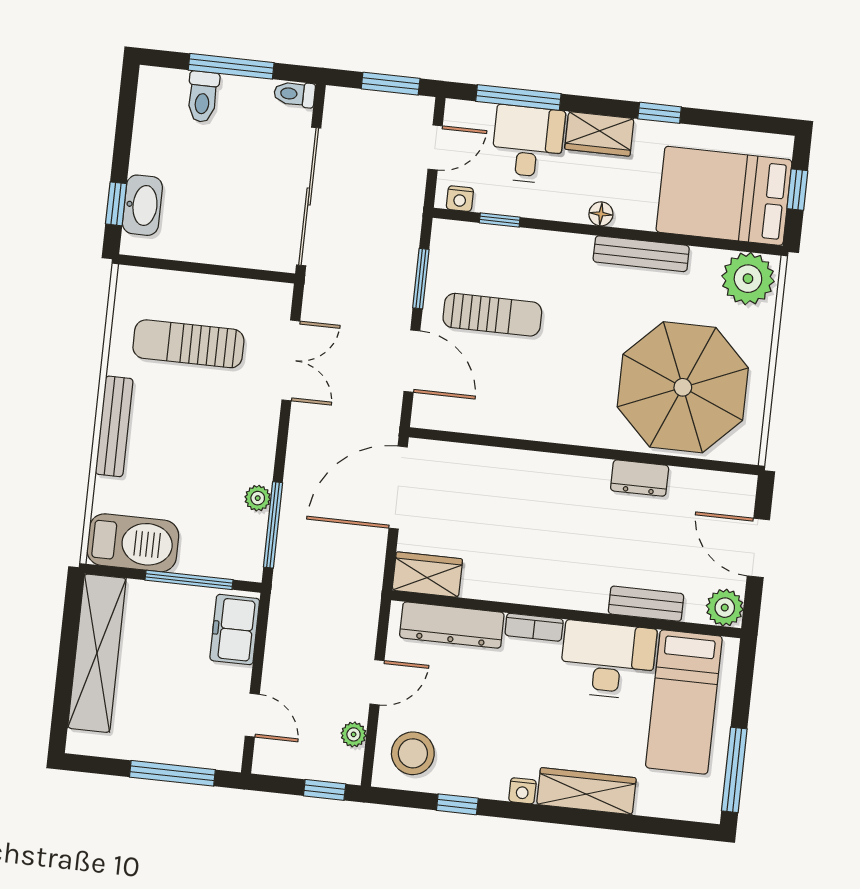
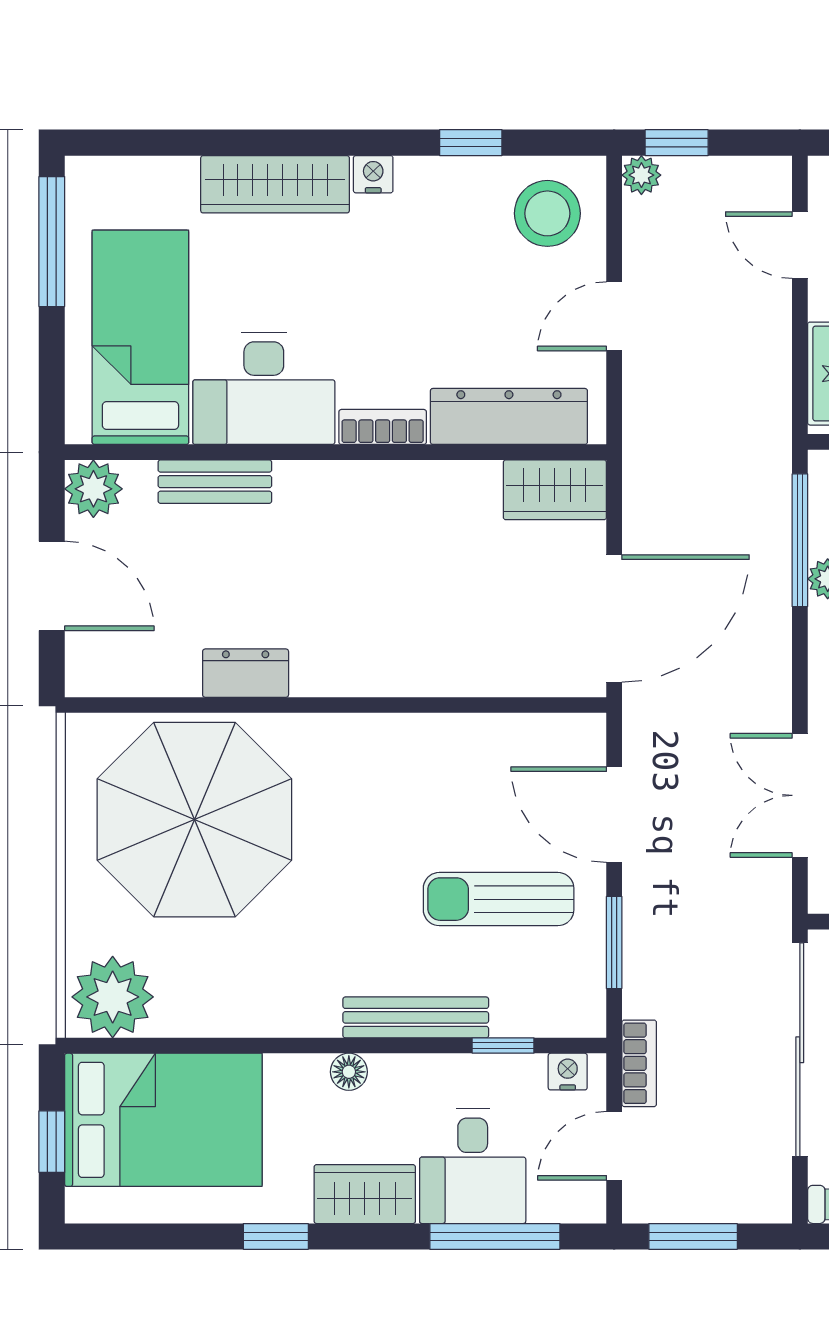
bookcase: (413, 199) -> (639, 1063), added
bench: (641, 254) -> (416, 1017), moved
plant: (354, 734) -> (641, 175), moved

